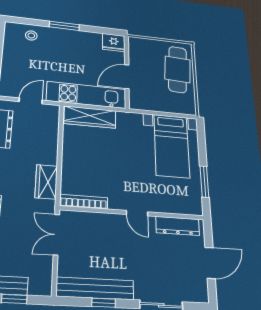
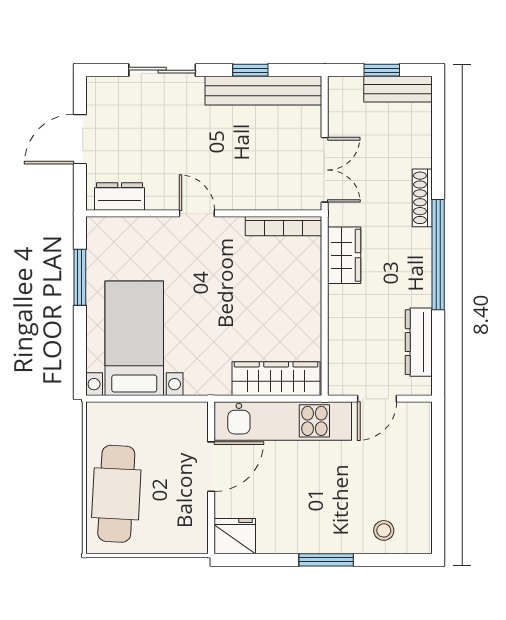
dresser: (178, 226) -> (120, 197), width x0.70

